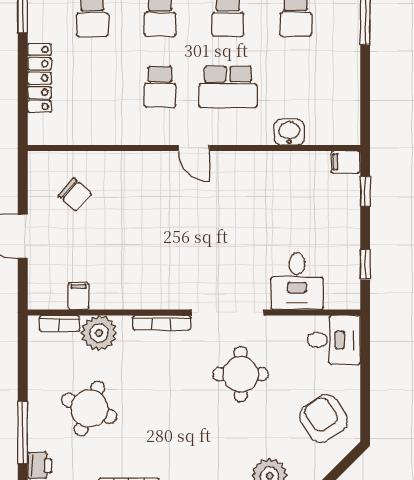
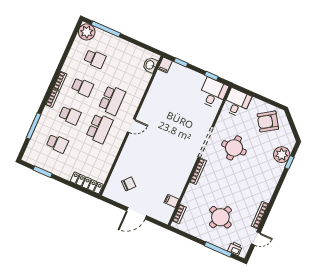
locker: (39, 78) -> (87, 183), moved
school desk: (160, 87) -> (99, 128), width x1.85
washbasin: (289, 132) -> (150, 65), moved
desk: (297, 281) -> (213, 93), moved, turned -90
plant: (99, 333) -> (191, 199), removed

